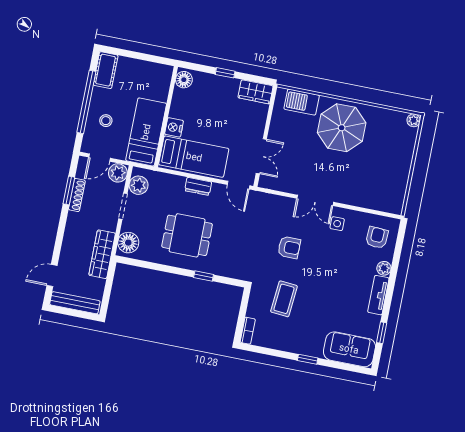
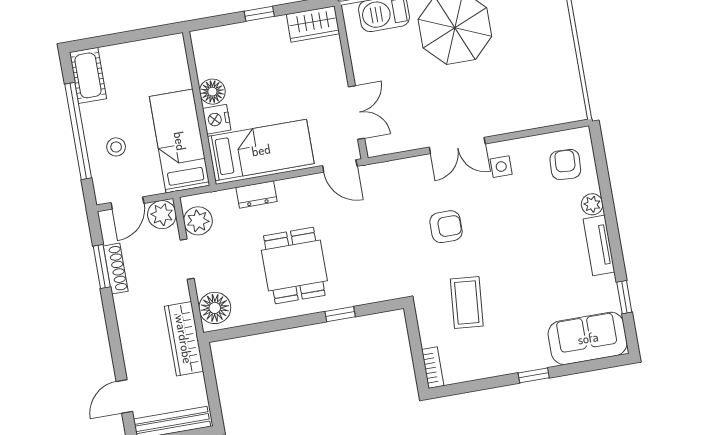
floor lamp: (184, 80) -> (212, 92), moved
dresser: (198, 186) -> (256, 194), moved
dining table: (187, 235) -> (294, 266), turned 90

